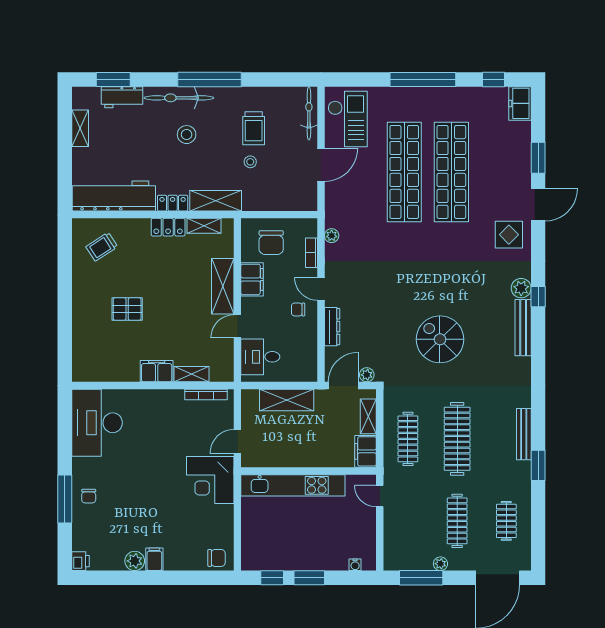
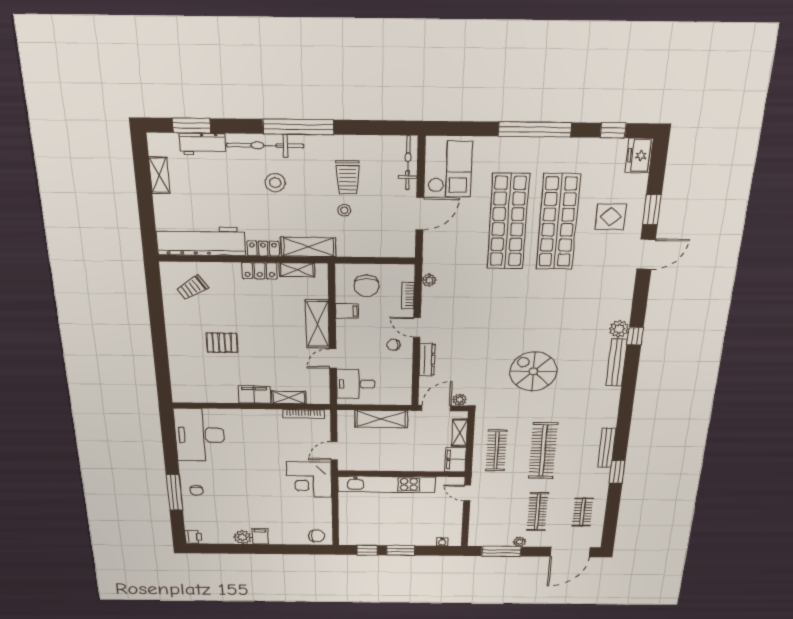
display table: (509, 235) -> (611, 217), moved
filing cabinet: (252, 279) -> (347, 311), width x0.50

